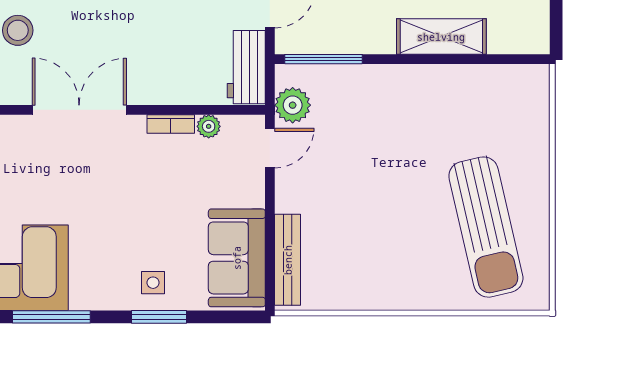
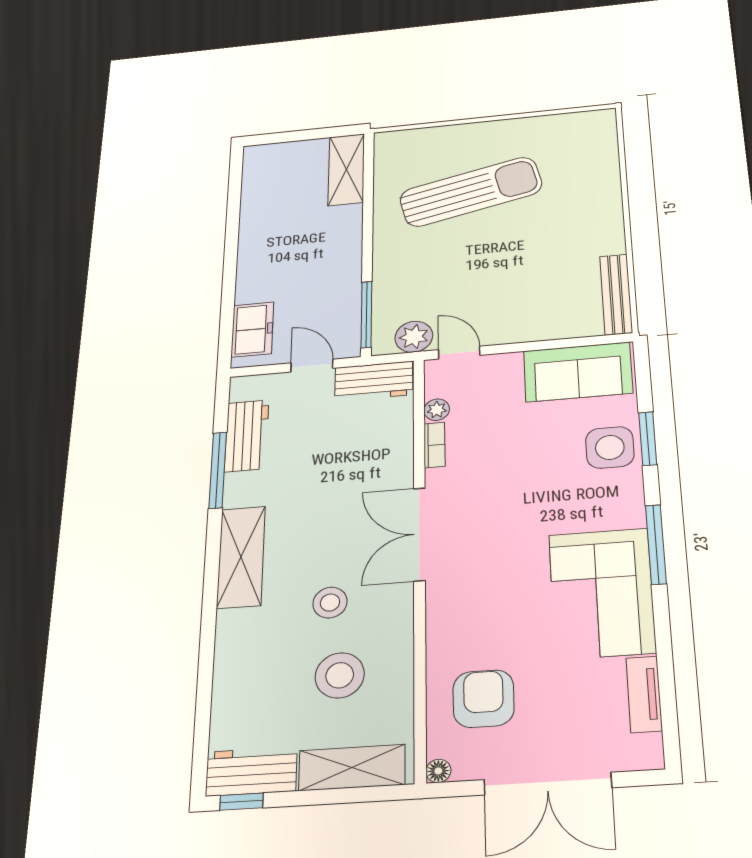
shelving: (441, 37) -> (346, 169), moved
sun lounger: (486, 227) -> (471, 192), moved
bench: (288, 260) -> (616, 294), moved, turned 90
side table: (153, 283) -> (610, 447), width x1.87, depth x1.87

